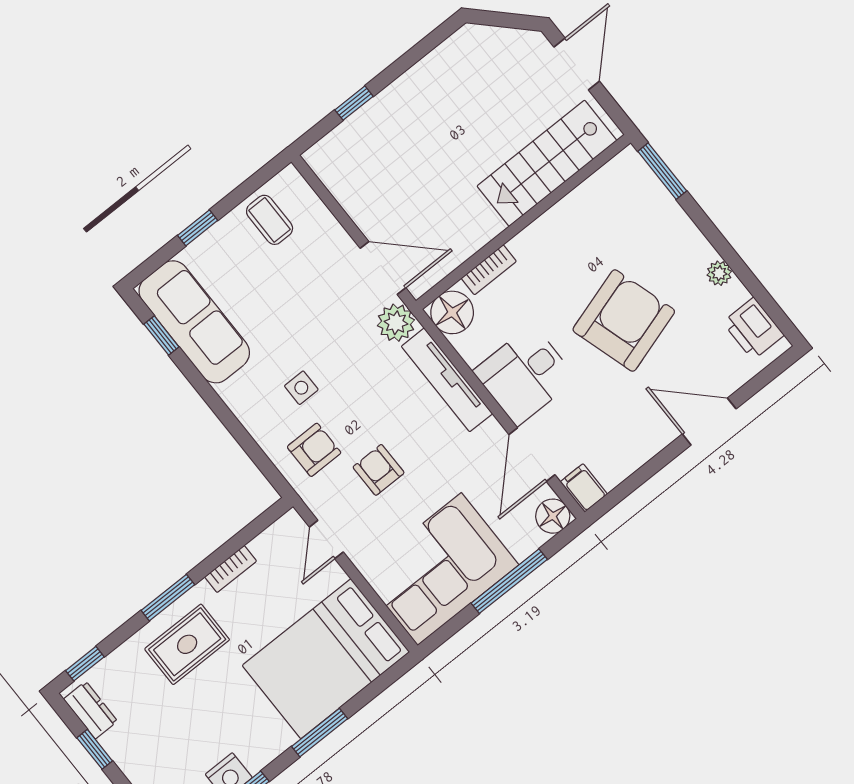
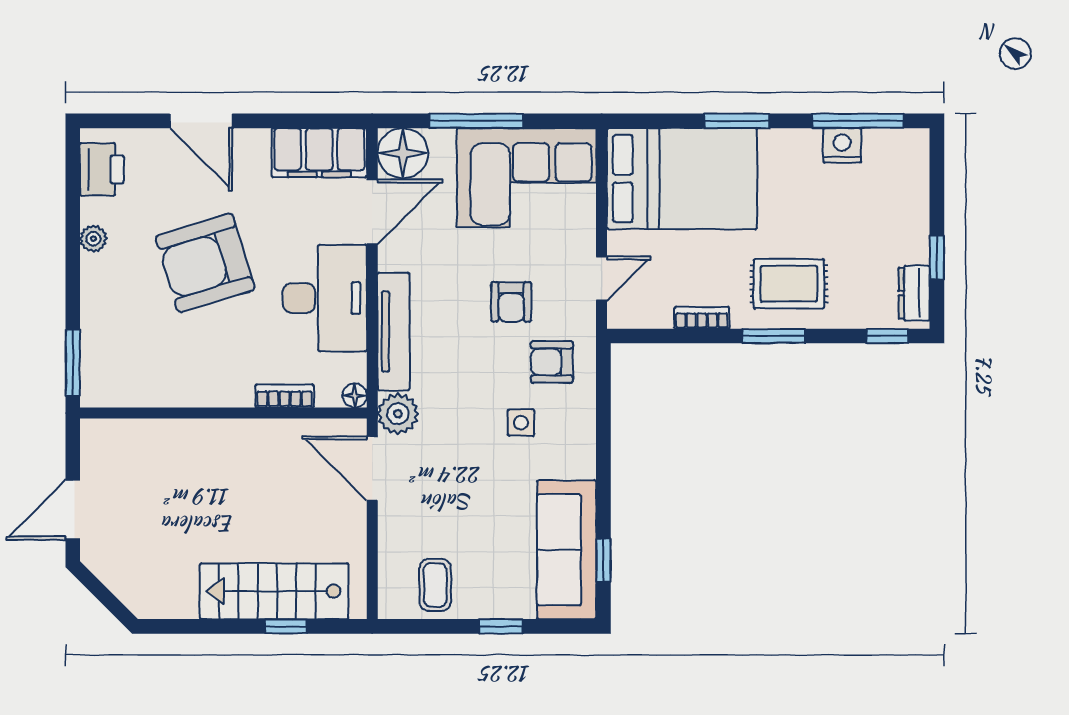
stairs: (547, 163) -> (274, 591), moved, turned 180
floor lamp: (452, 312) -> (355, 396), width x0.53, depth x0.53
desk: (525, 375) -> (325, 298), width x1.37
filing cabinet: (584, 488) -> (319, 153), width x3.00, depth x1.17
floor lamp: (553, 516) -> (403, 153), width x1.38, depth x1.38

